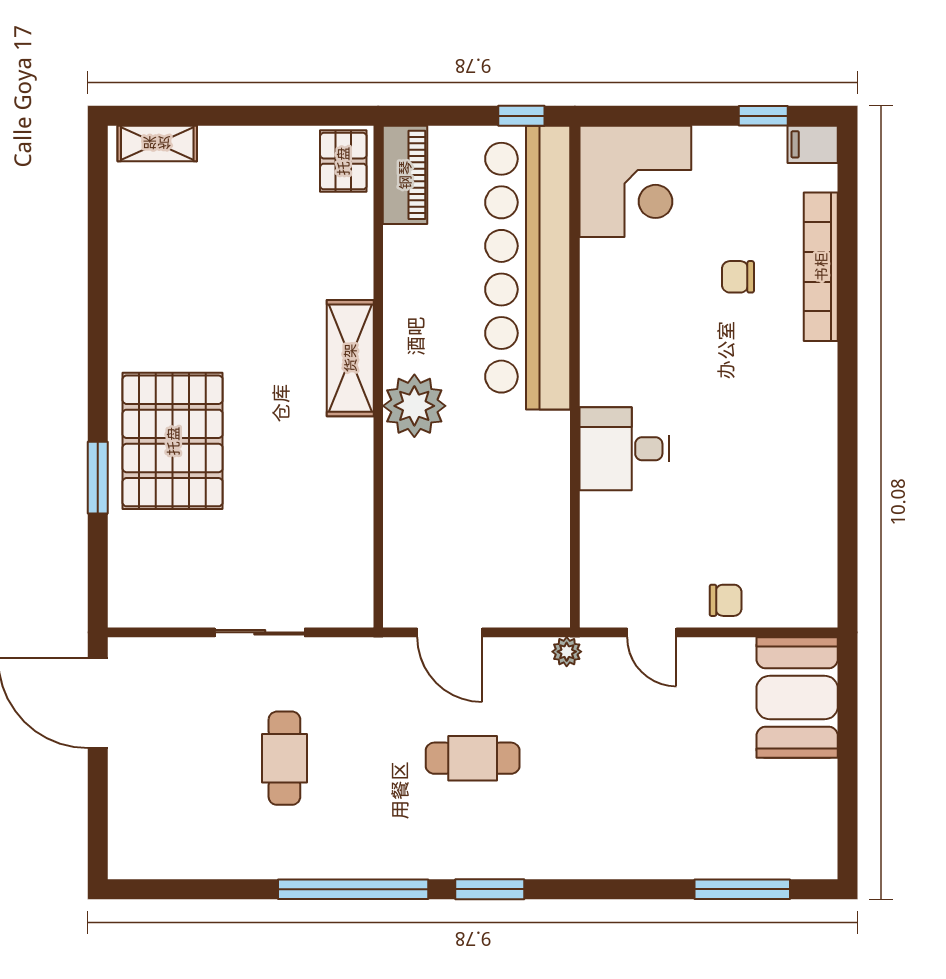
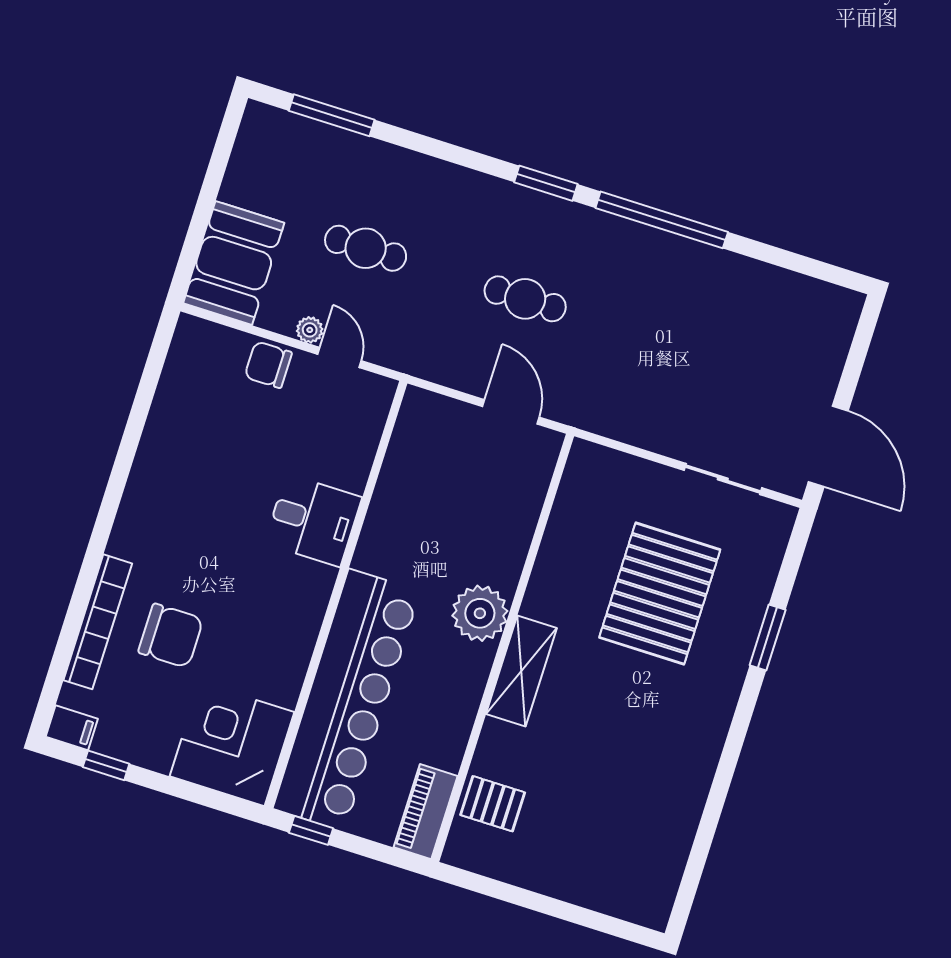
shelving: (157, 143) -> (627, 905), removed
pallet: (343, 161) -> (493, 804), moved, turned 90
chair: (738, 277) -> (171, 636), width x1.87, depth x1.87
pallet: (173, 441) -> (660, 594), moved
chair: (726, 600) -> (268, 365), width x1.37, depth x1.37
sliding door: (260, 632) -> (723, 479), moved
plant: (567, 652) -> (310, 330), moved
cafe table: (284, 758) -> (366, 248), moved, turned 90

